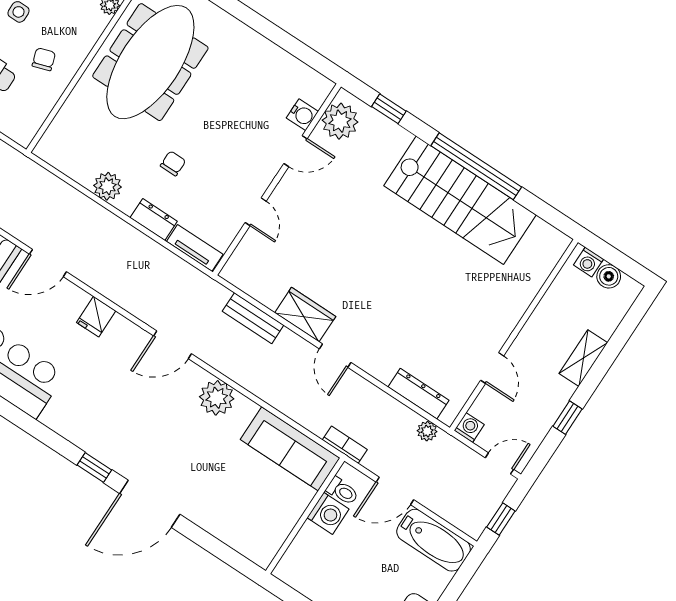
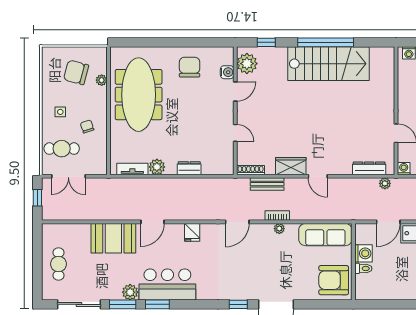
chair: (173, 163) -> (190, 67), moved, width x1.87, depth x1.87
tv unit: (195, 248) -> (132, 169), moved
shoe rack: (242, 282) -> (251, 170), added
plant: (217, 398) -> (279, 229), width x0.53, depth x0.53
bookcase: (345, 445) -> (277, 216), moved
toilet: (342, 491) -> (363, 268), moved
armchair: (258, 524) -> (334, 280), added

